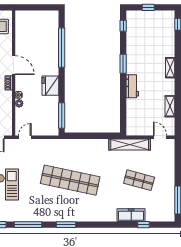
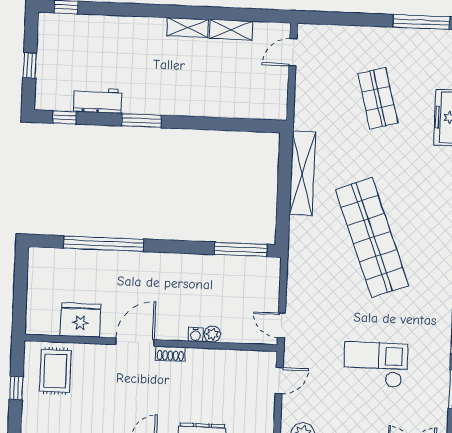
shelving: (170, 68) -> (188, 28), moved
fridge: (50, 86) -> (81, 320), moved, turned 180
workbench: (132, 86) -> (98, 100), moved
shelving: (130, 144) -> (302, 173), moved
shop shelf: (70, 180) -> (372, 238), turned -33
shop shelf: (139, 180) -> (378, 98), turned -30

